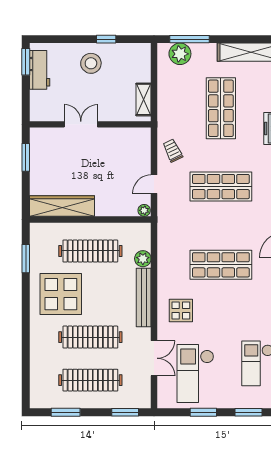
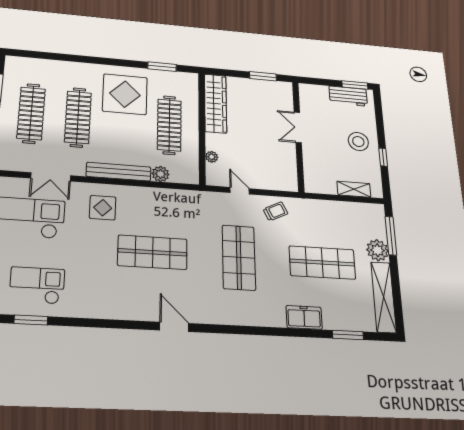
plant: (180, 54) -> (377, 250), moved
shelving: (144, 99) -> (354, 189), moved
double door: (81, 124) -> (298, 127), swing flipped
plant: (144, 210) -> (212, 157), moved
shop shelf: (221, 265) -> (153, 252), turned 90

